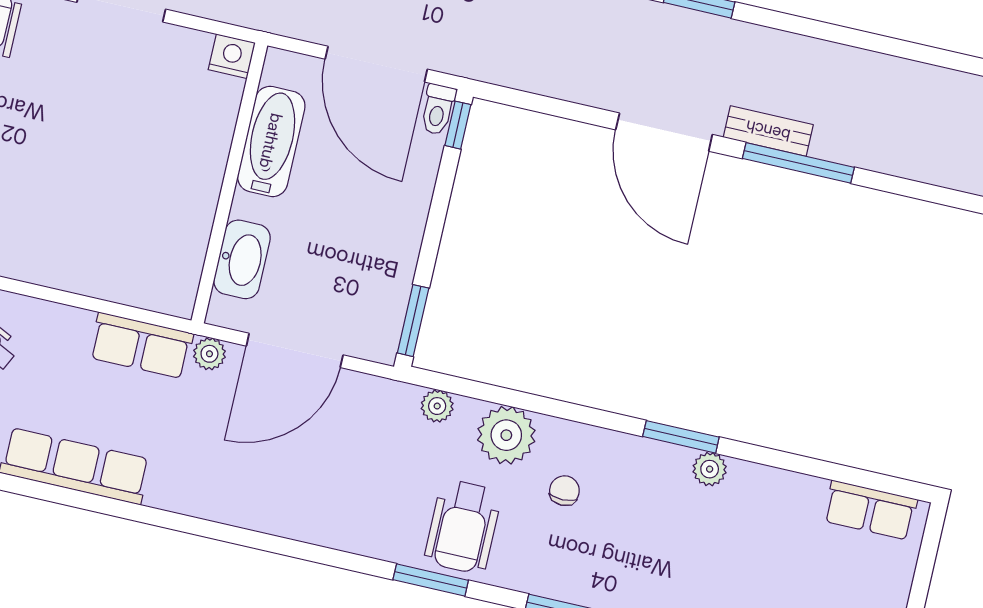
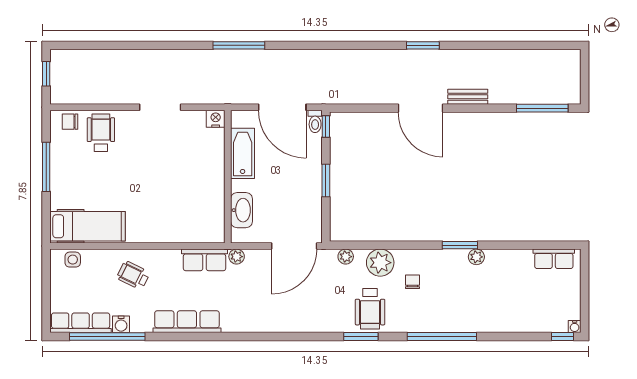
window: (798, 163) -> (542, 108), moved
window: (413, 321) -> (326, 180), moved
door: (295, 350) -> (294, 246), moved

